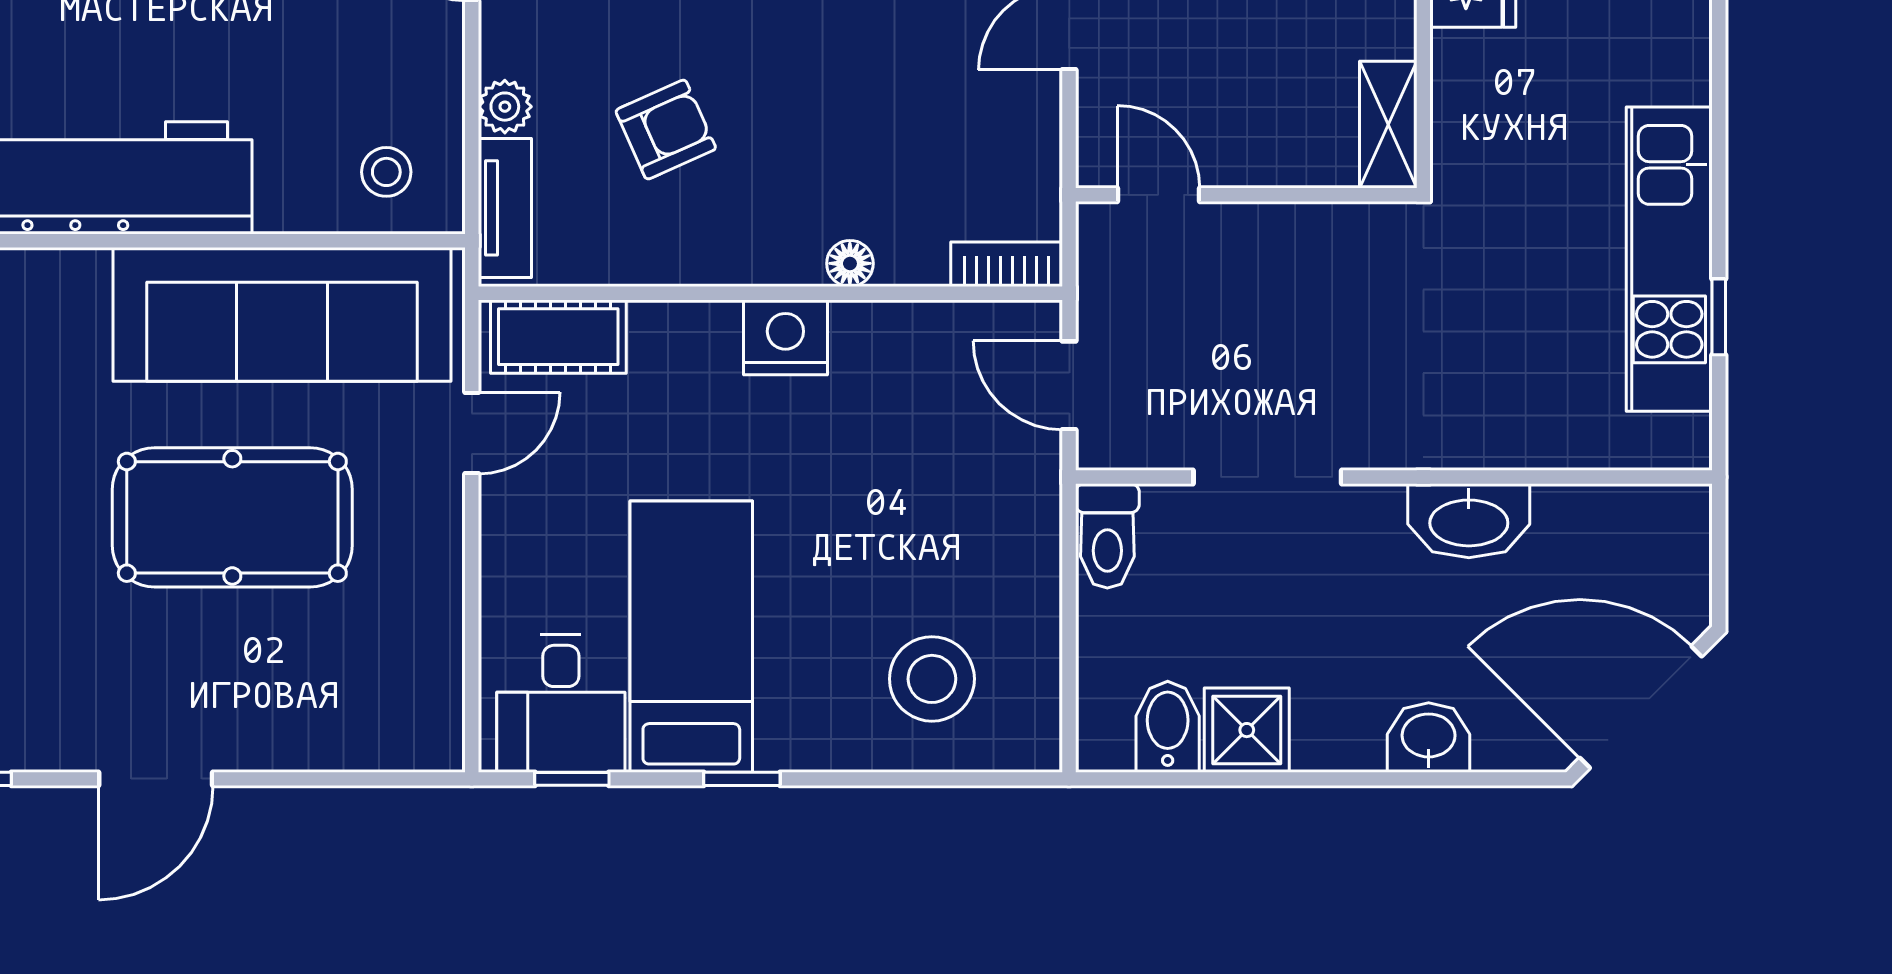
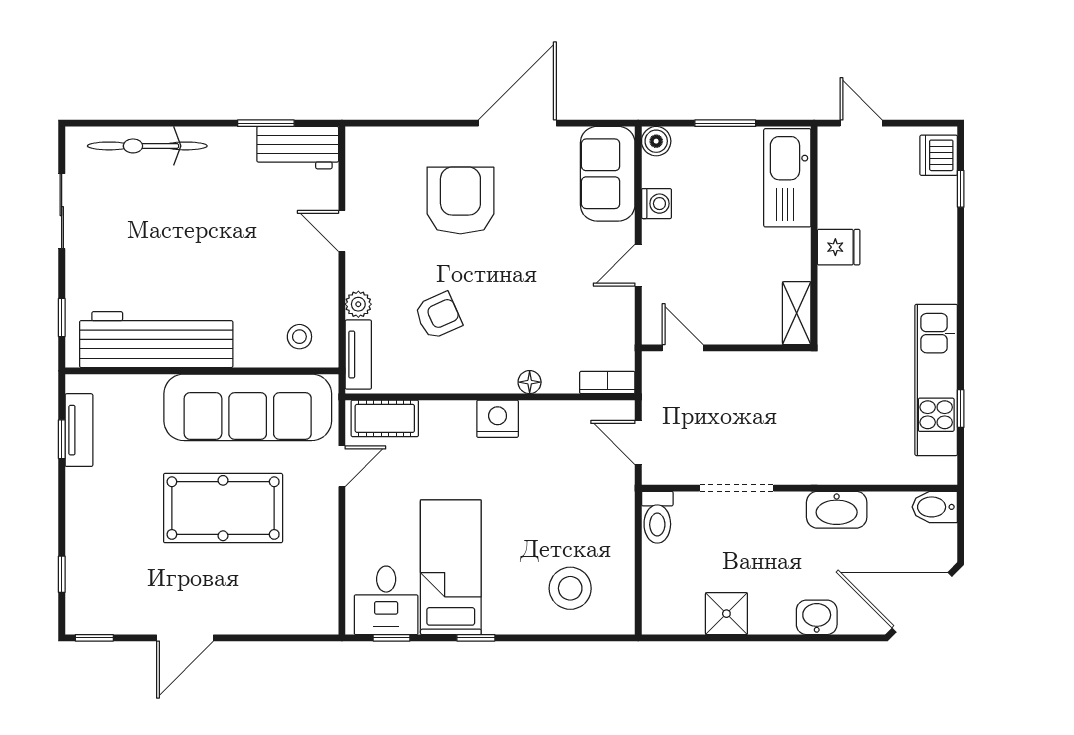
bidet: (1168, 727) -> (935, 507), moved, turned -90

